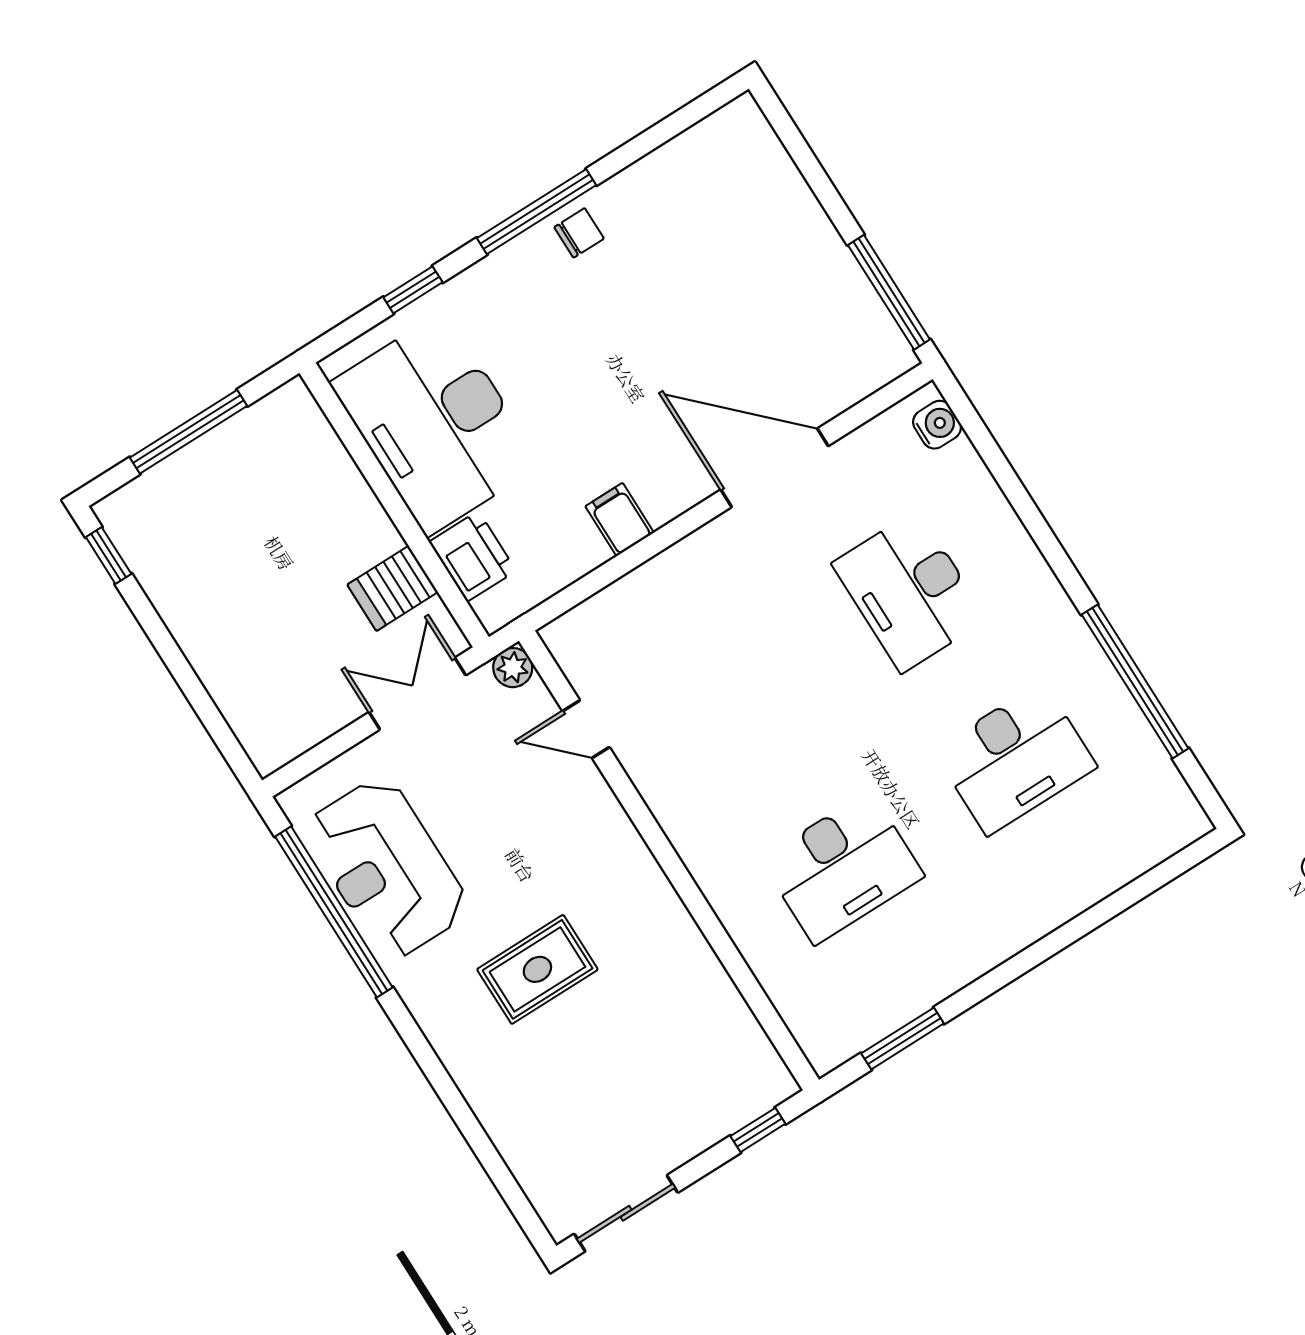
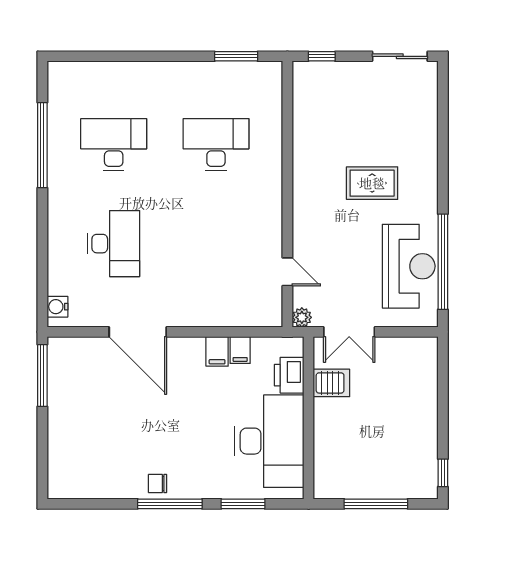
window: (413, 290) -> (243, 504), width x1.50
filing cabinet: (582, 546) -> (240, 350), added

